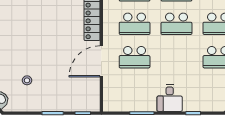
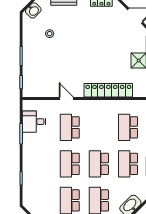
school desk: (135, 24) -> (70, 164), moved
door: (101, 61) -> (66, 98), width x0.53
desk: (170, 98) -> (34, 122), moved

